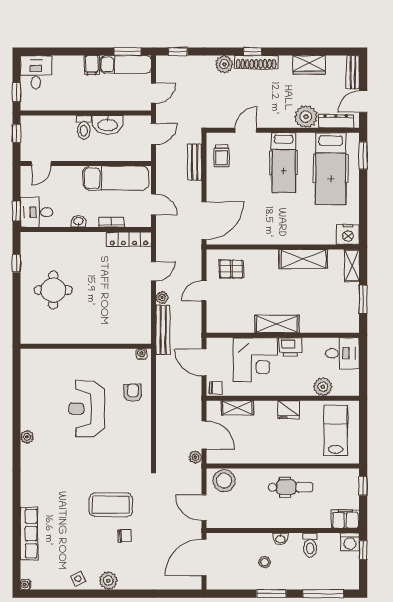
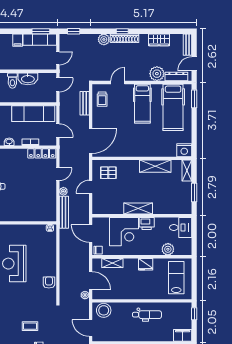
armchair: (133, 393) -> (49, 283), moved
coffee table: (111, 505) -> (30, 326), width x0.54, depth x0.58

